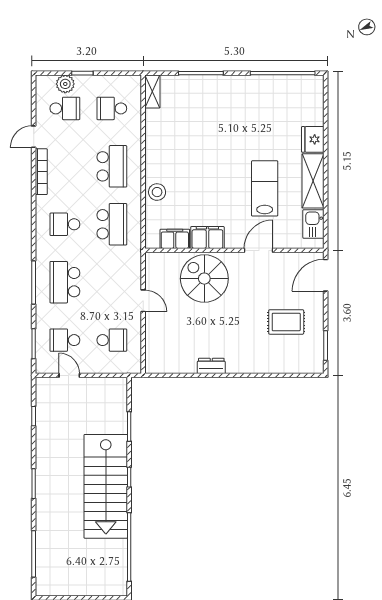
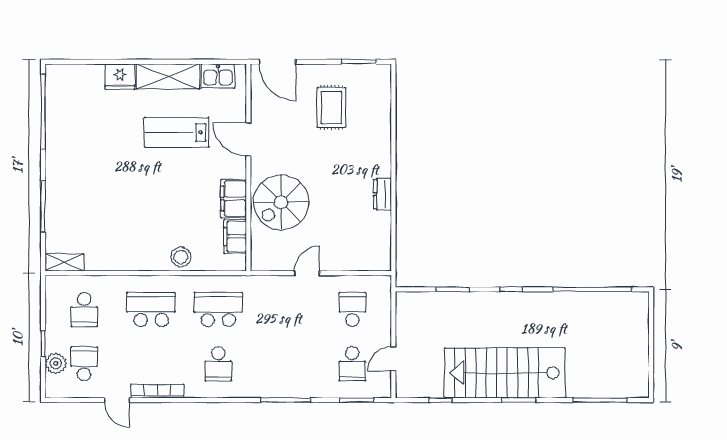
school desk: (65, 282) -> (285, 364), removed
stairs: (106, 486) -> (505, 373), moved, turned 180

